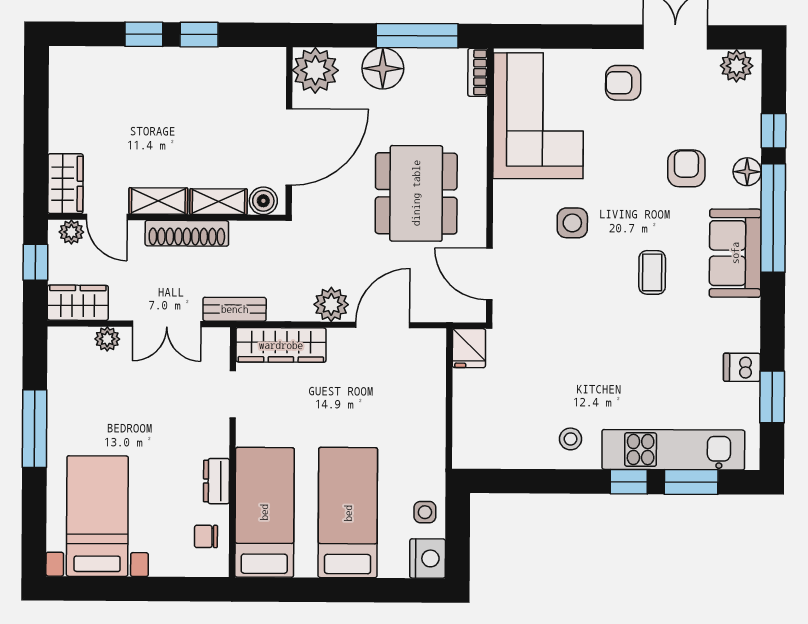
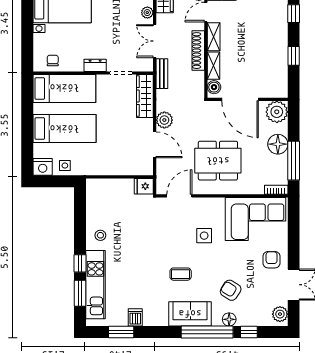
window: (144, 34) -> (294, 14), moved
armchair: (686, 168) -> (231, 290), turned -148
dresser: (217, 481) -> (95, 65), moved

